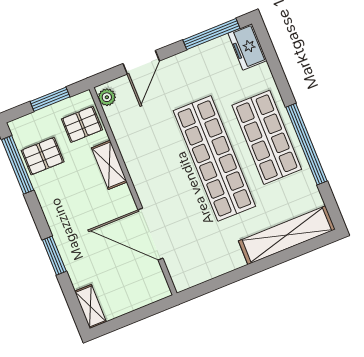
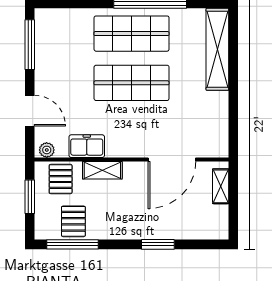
freezer: (247, 47) -> (87, 146), moved, turned 180
shop shelf: (214, 158) -> (132, 83), width x0.71
shelving: (90, 307) -> (221, 186), moved, turned 90

